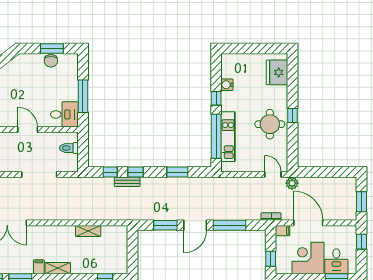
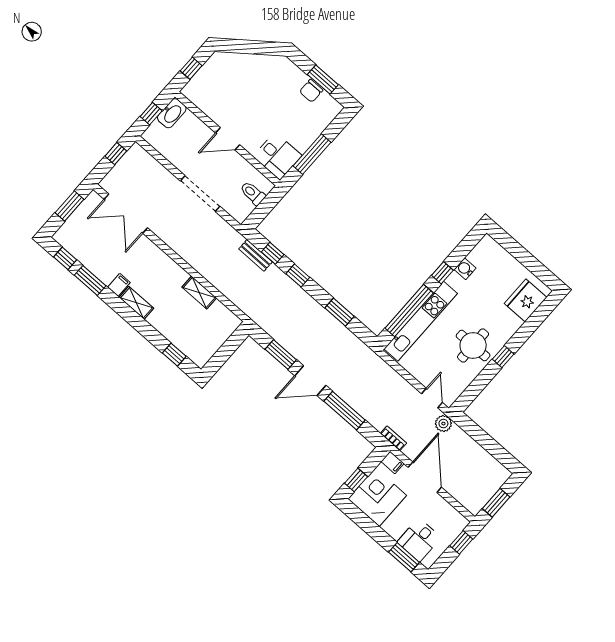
door: (28, 130) -> (228, 139), swing flipped
kitchen unit: (228, 137) -> (421, 321), width x1.36
bench: (127, 182) -> (256, 255), moved
corner desk: (308, 258) -> (377, 497), moved

